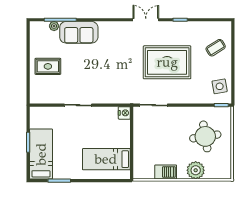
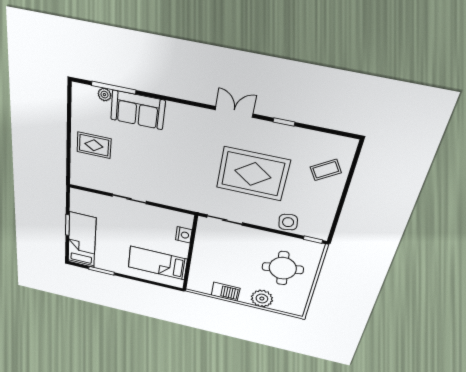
side table: (220, 86) -> (288, 222), moved
nightstand: (124, 113) -> (184, 235), moved

